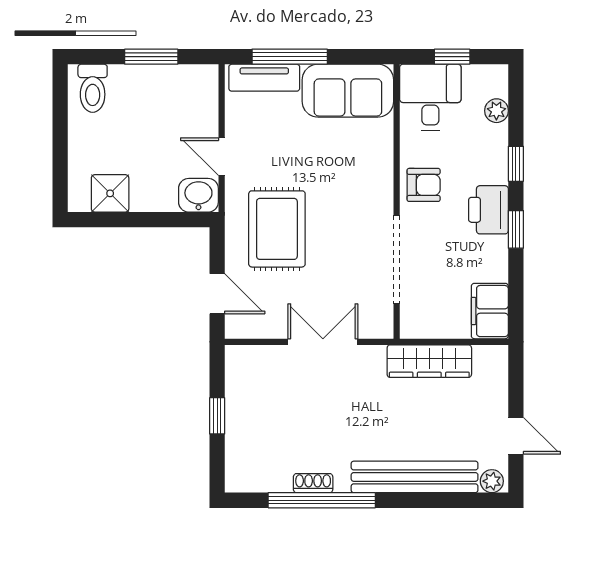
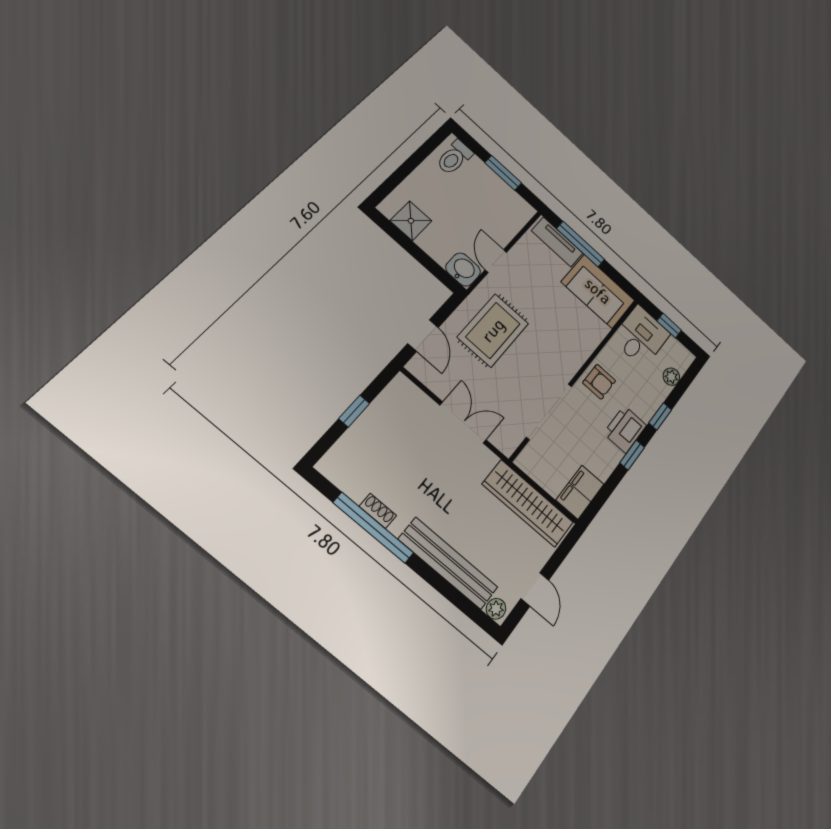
wardrobe: (429, 361) -> (528, 503), width x1.40, depth x1.17

